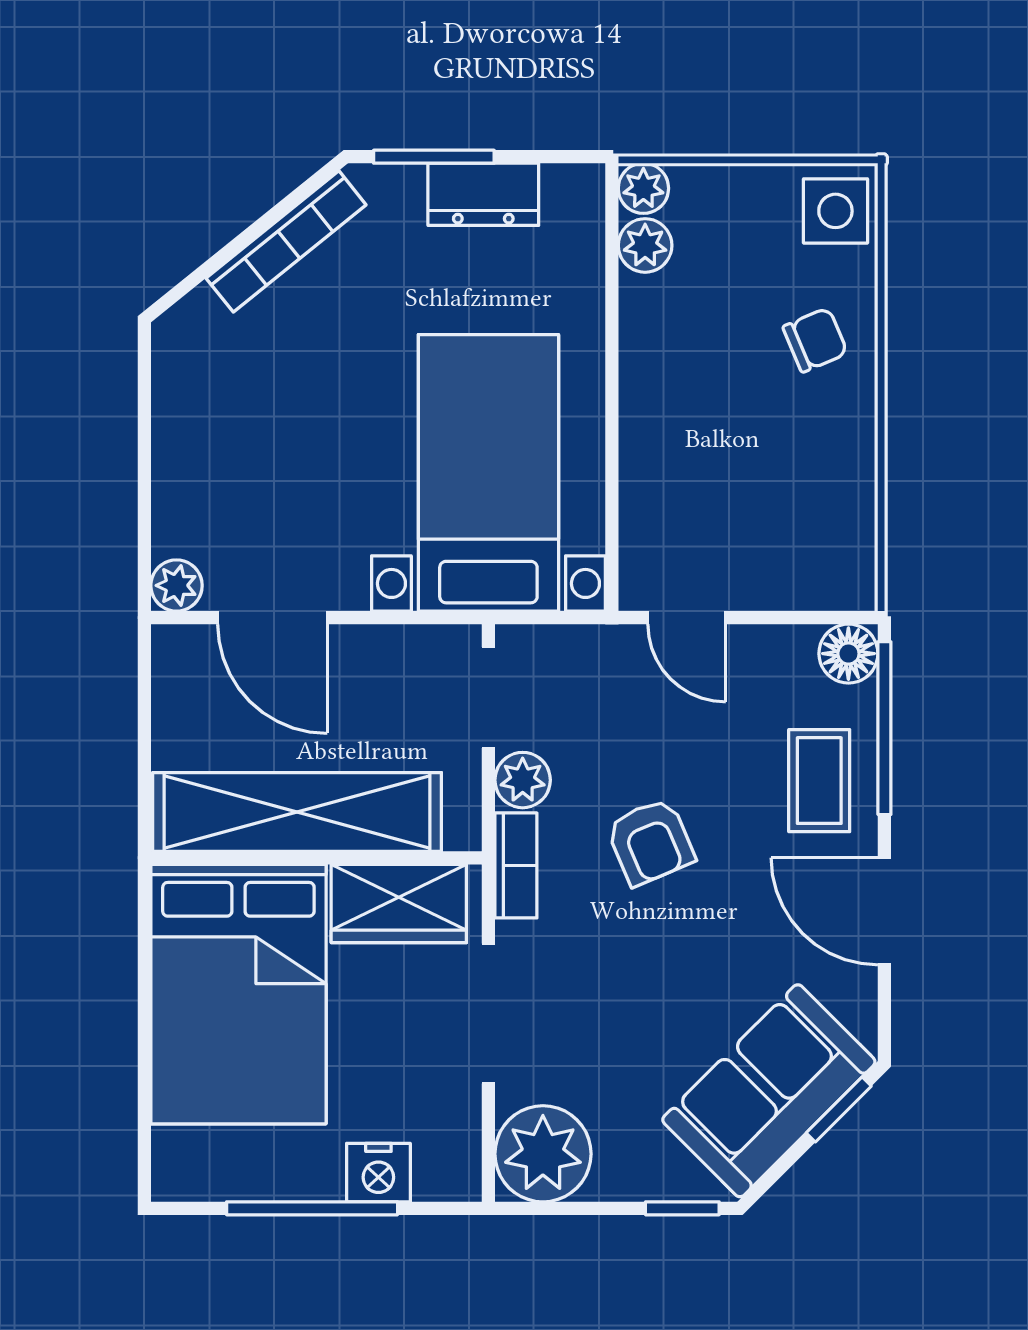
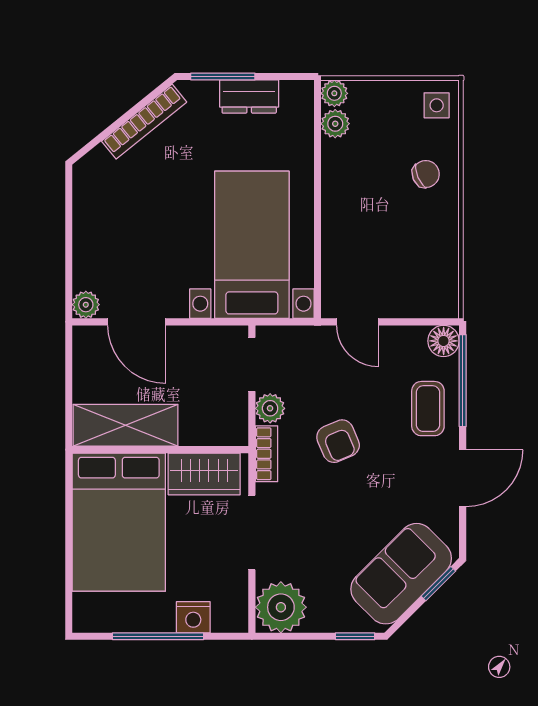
side table: (835, 211) -> (437, 105), width x0.73, depth x0.73
shelving: (297, 812) -> (126, 425), width x0.68
door: (884, 911) -> (463, 478), swing flipped

